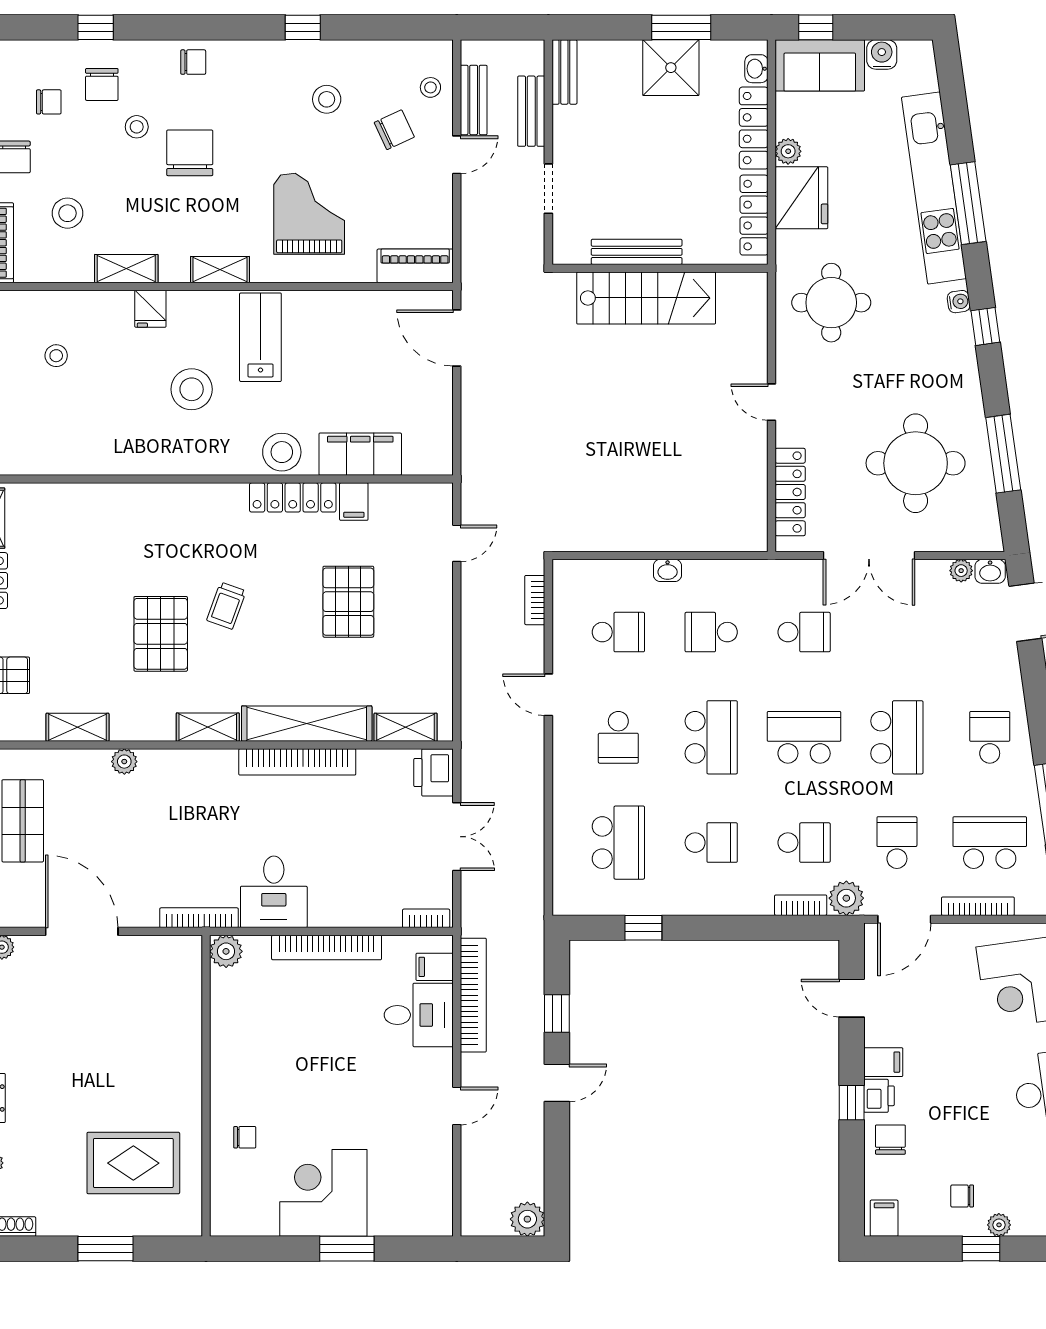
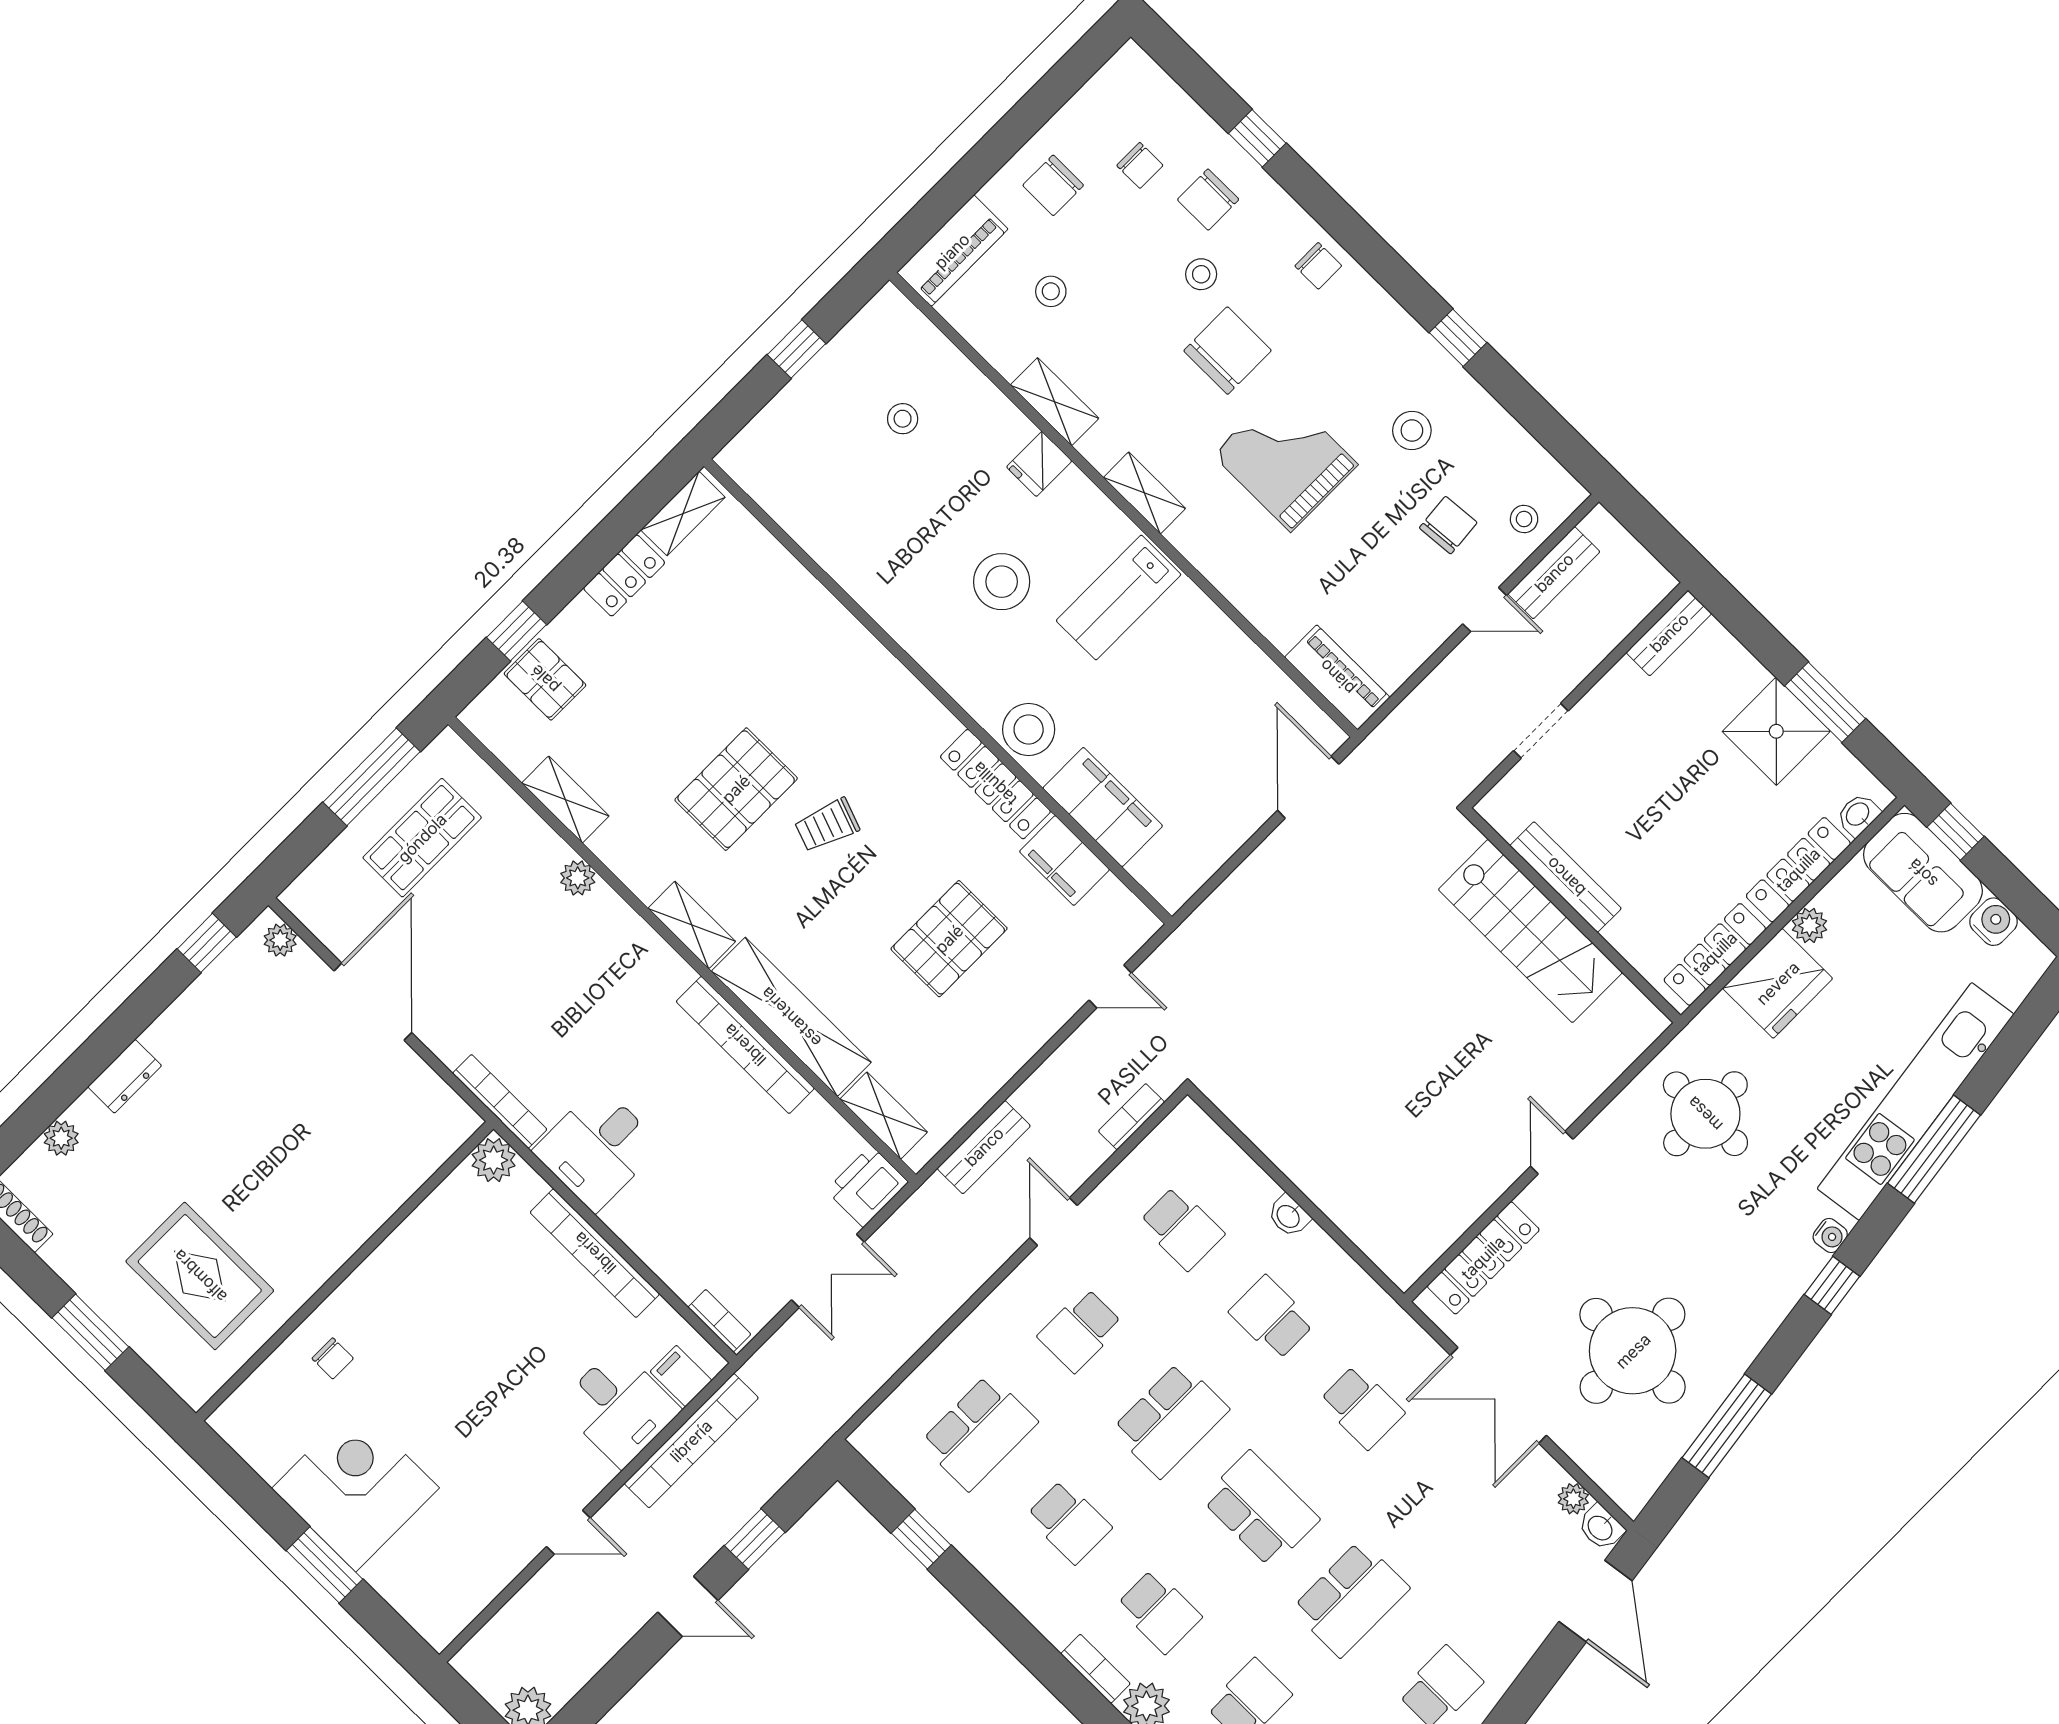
bench: (531, 111) -> (984, 1147), moved
chair: (394, 130) -> (1448, 525), turned -70
stool: (67, 213) -> (1051, 291), width x0.73, depth x0.73
grand piano: (309, 214) -> (1285, 460), moved, turned -90
lab bench: (260, 337) -> (1119, 598), turned 180
filing cabinet: (354, 502) -> (1064, 860), width x2.00

